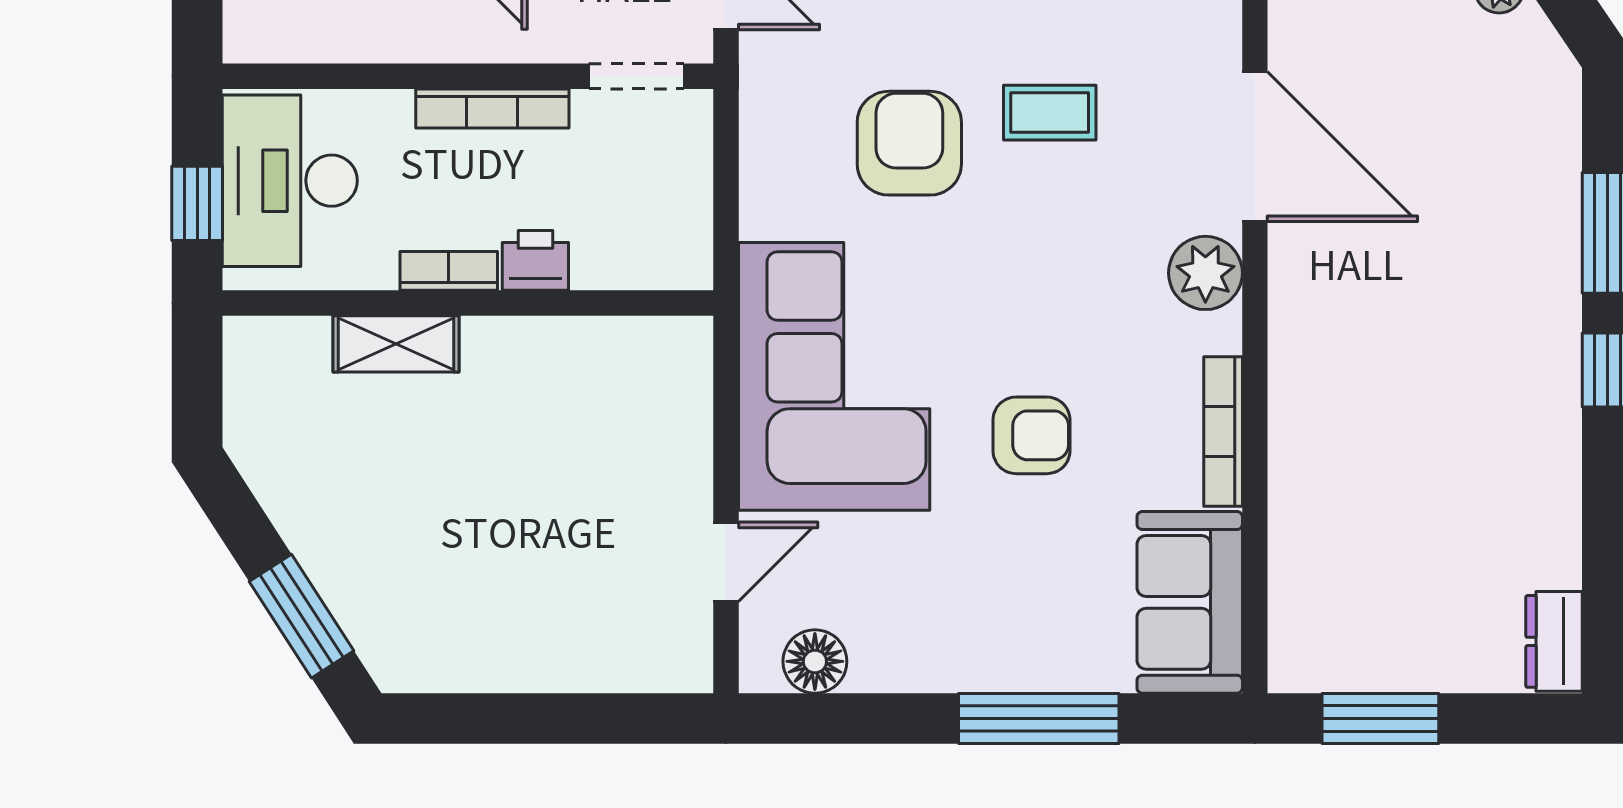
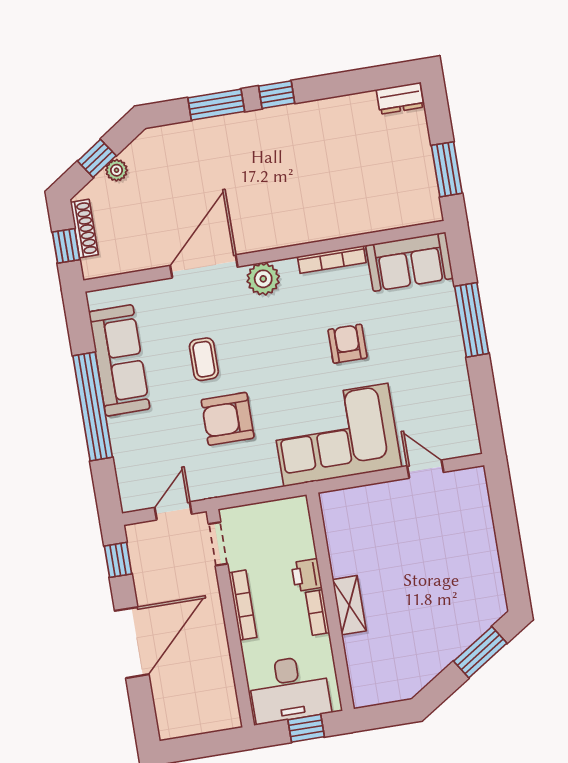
shelving: (396, 344) -> (349, 605), moved
floor lamp: (815, 661) -> (463, 423), removed

